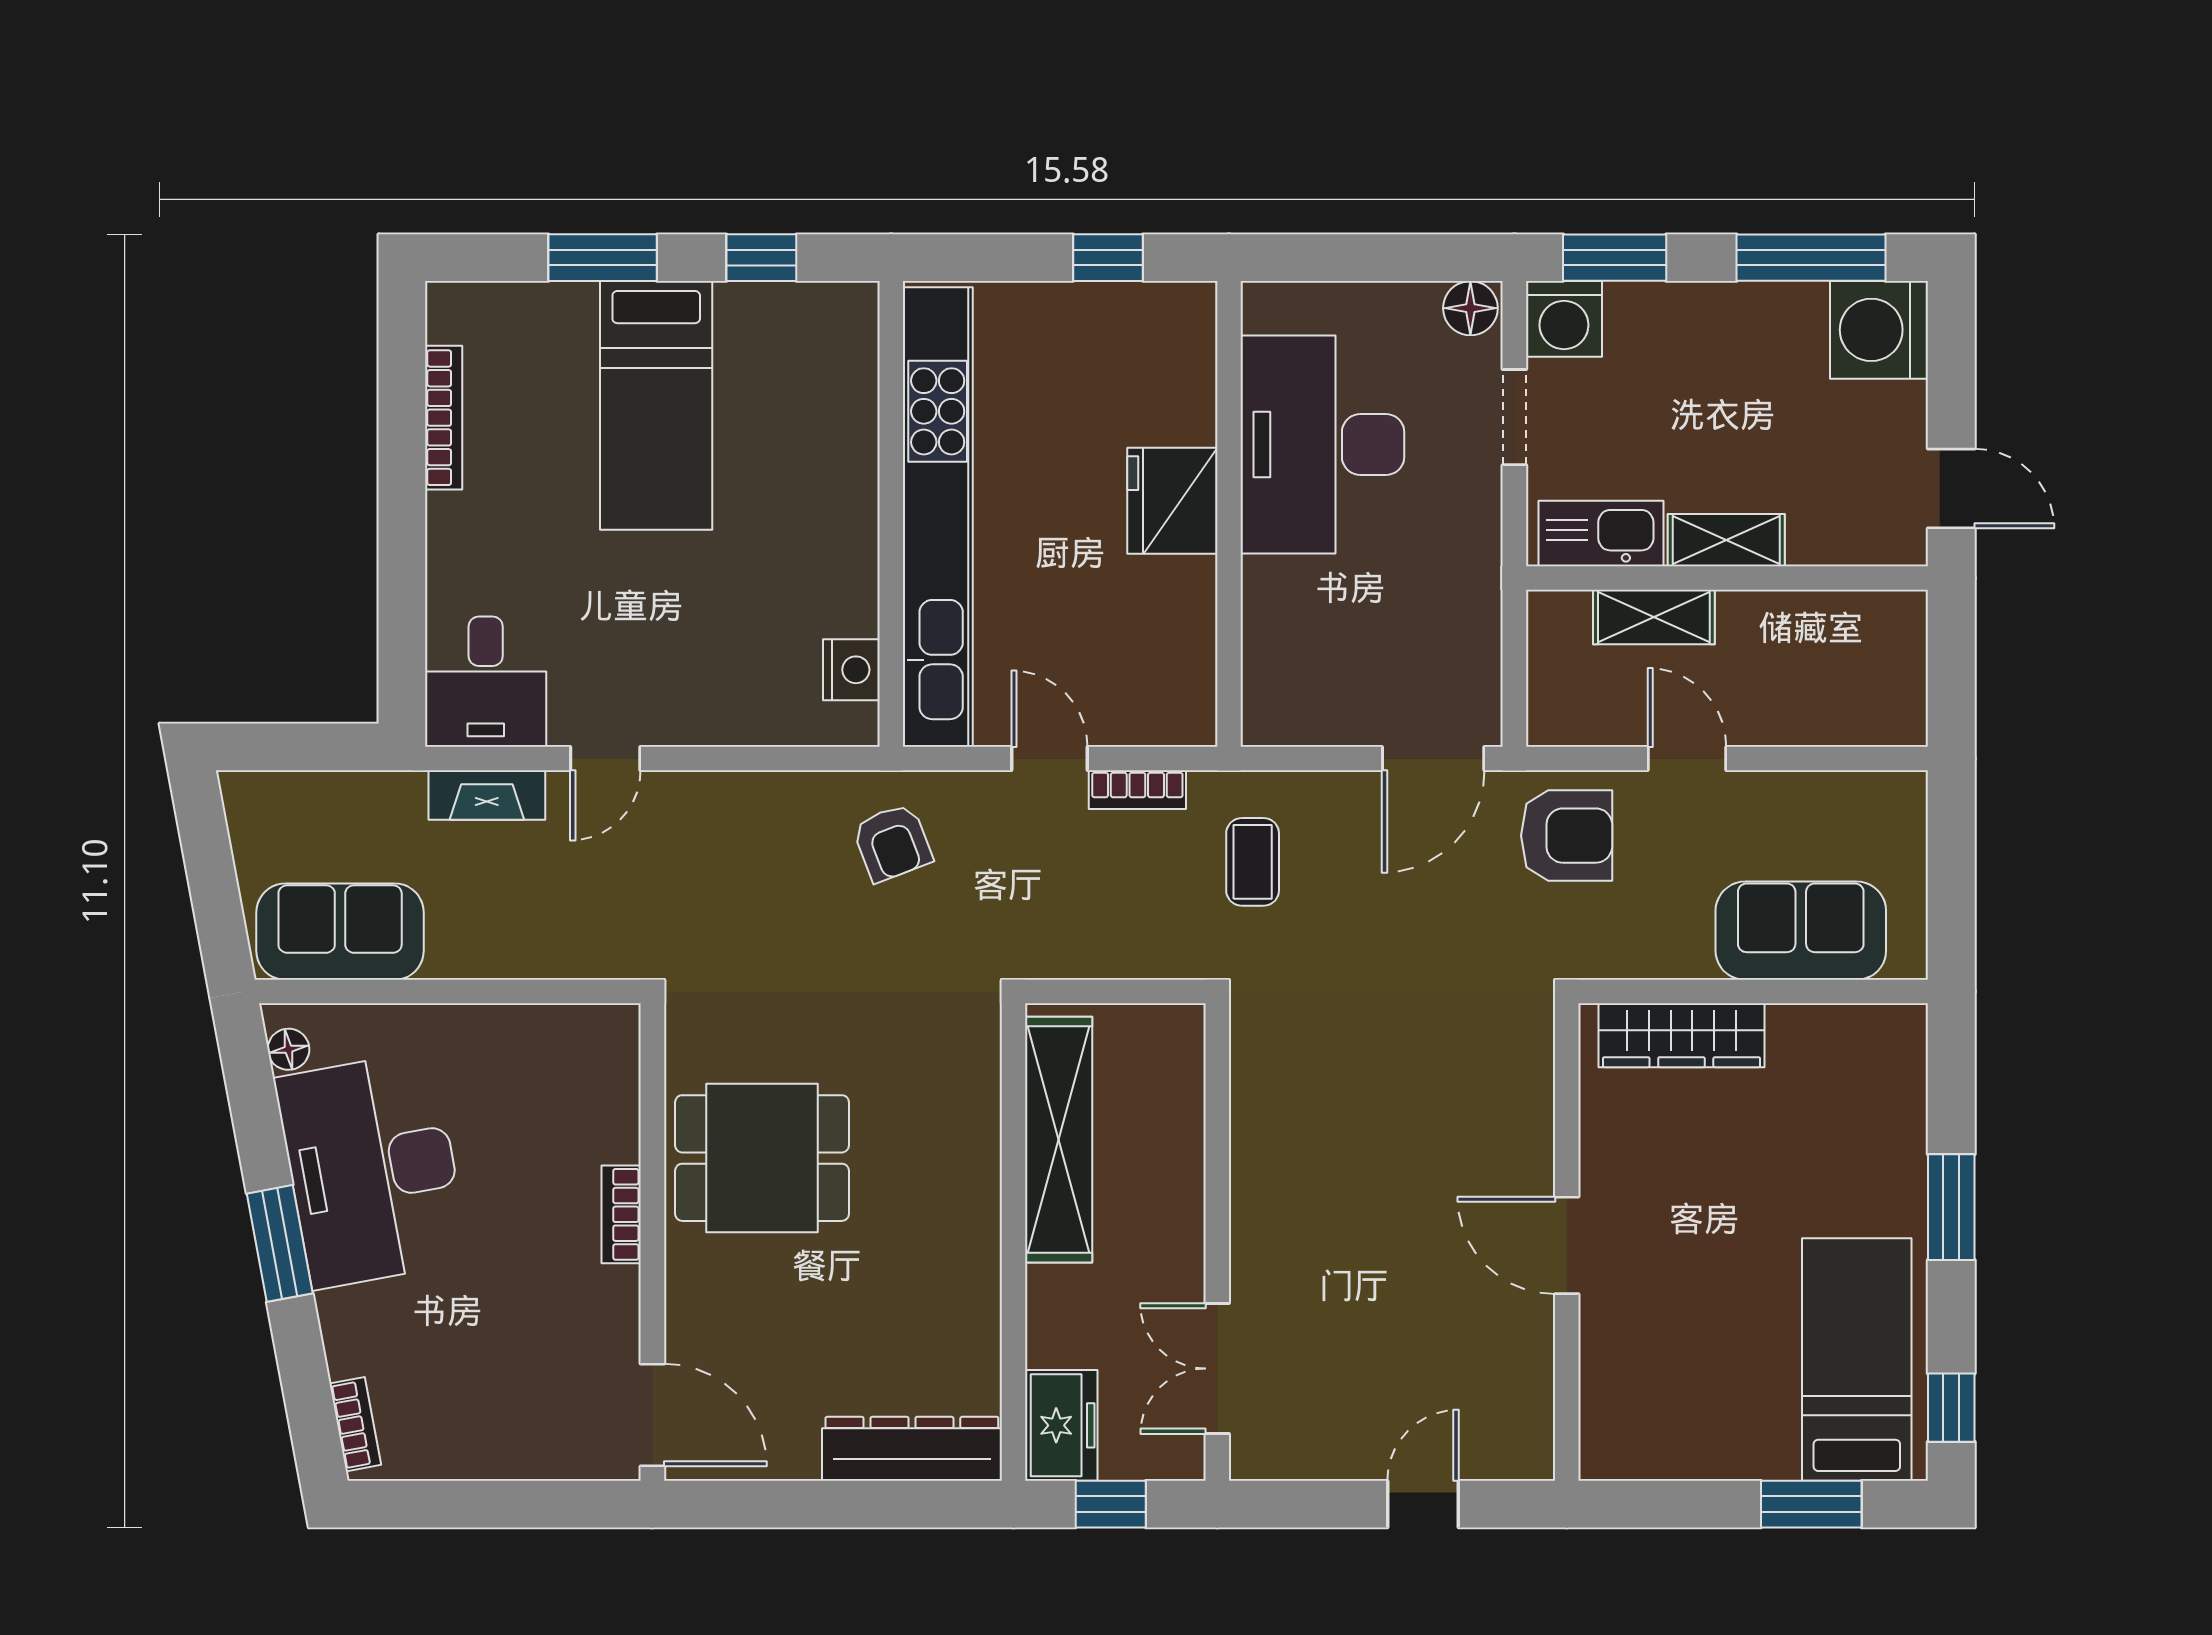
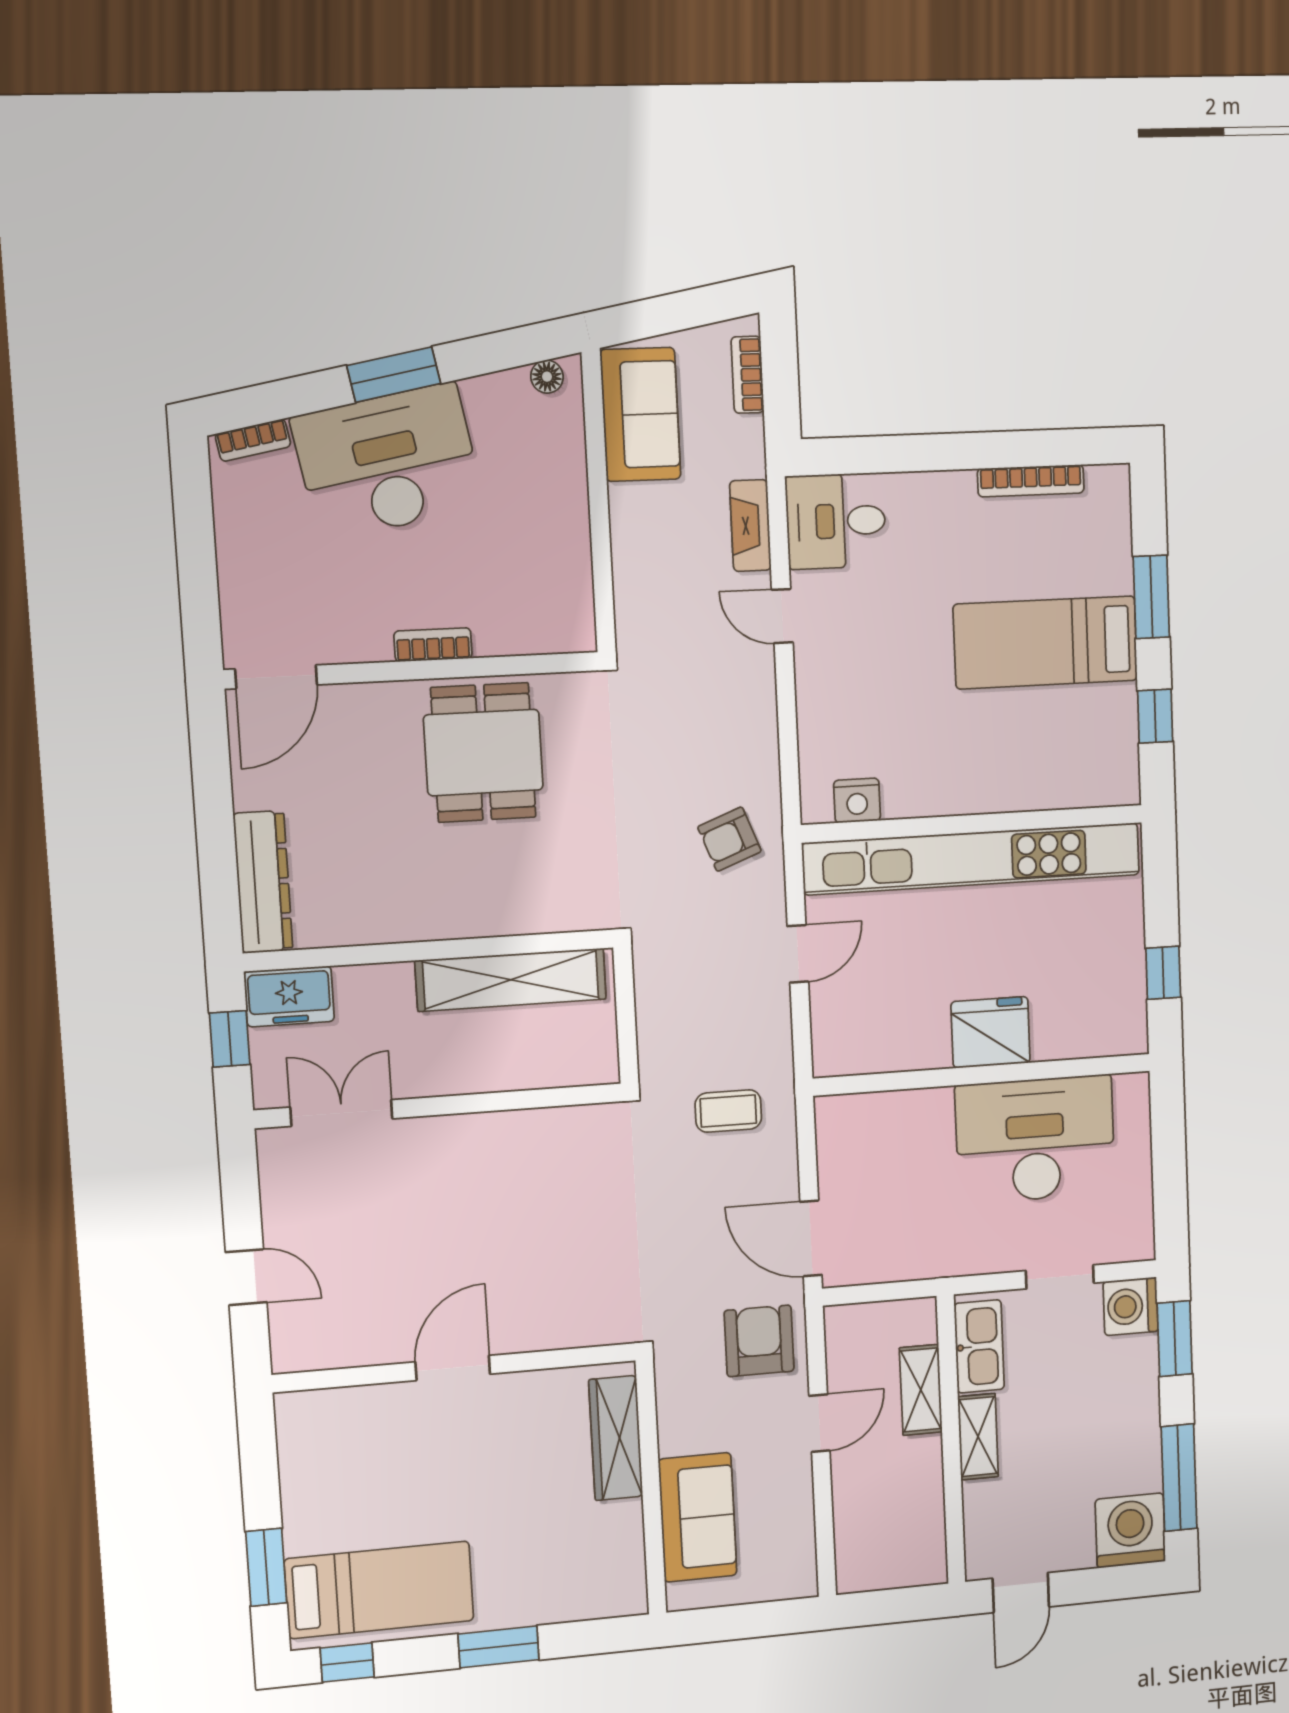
floor lamp: (1470, 308) -> (1136, 1239), removed
bookcase: (1137, 790) -> (747, 375), moved
armchair: (1567, 836) -> (759, 1341), turned 180
desk: (372, 1170) -> (388, 462), moved

